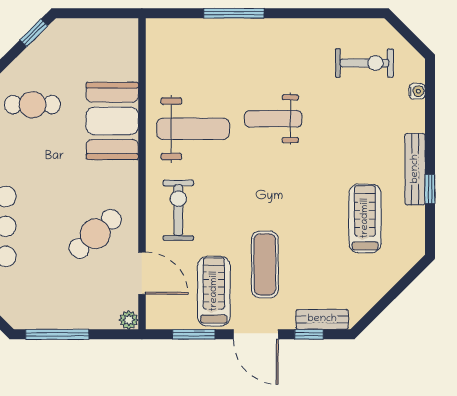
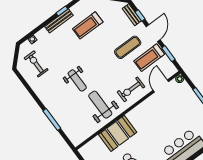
cafe table: (95, 234) -> (159, 111), removed

